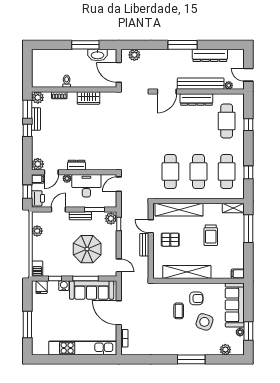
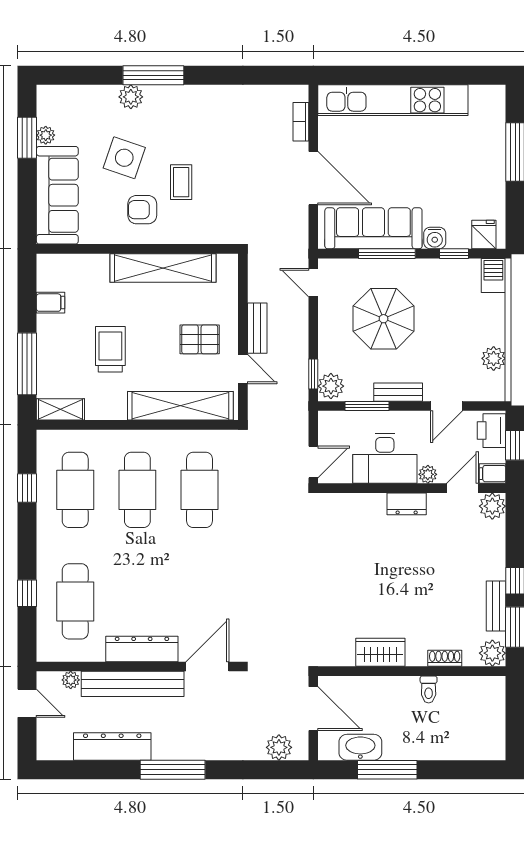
filing cabinet: (238, 274) -> (51, 303), moved
plant: (225, 350) -> (131, 97), moved

